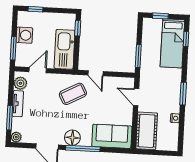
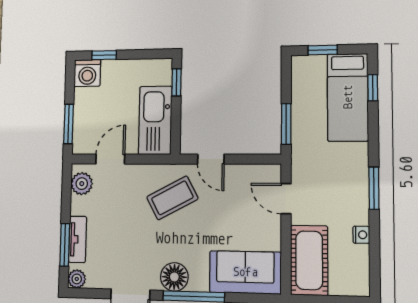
washing machine: (24, 35) -> (87, 73), moved, turned 90
tv unit: (18, 104) -> (78, 239), moved

